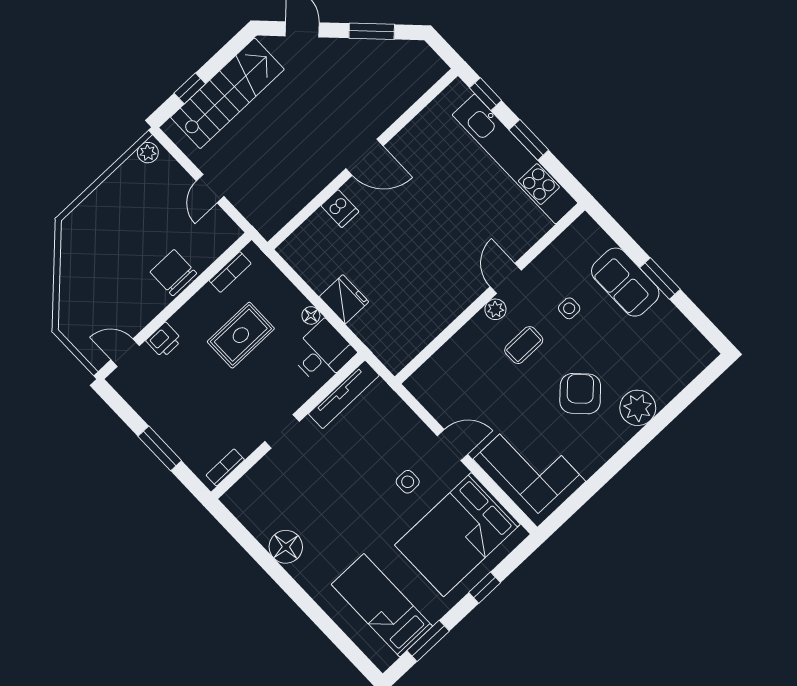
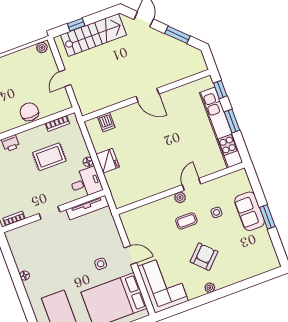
dishwasher: (340, 209) -> (106, 122), moved
plant: (638, 408) -> (210, 288), moved, width x0.53, depth x0.53
floor lamp: (286, 547) -> (25, 276), width x0.53, depth x0.53

